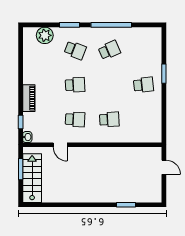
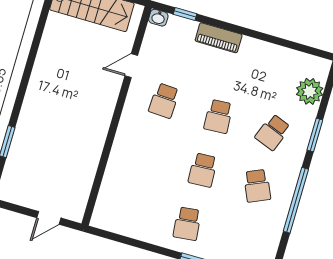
school desk: (109, 119) -> (203, 170), moved

